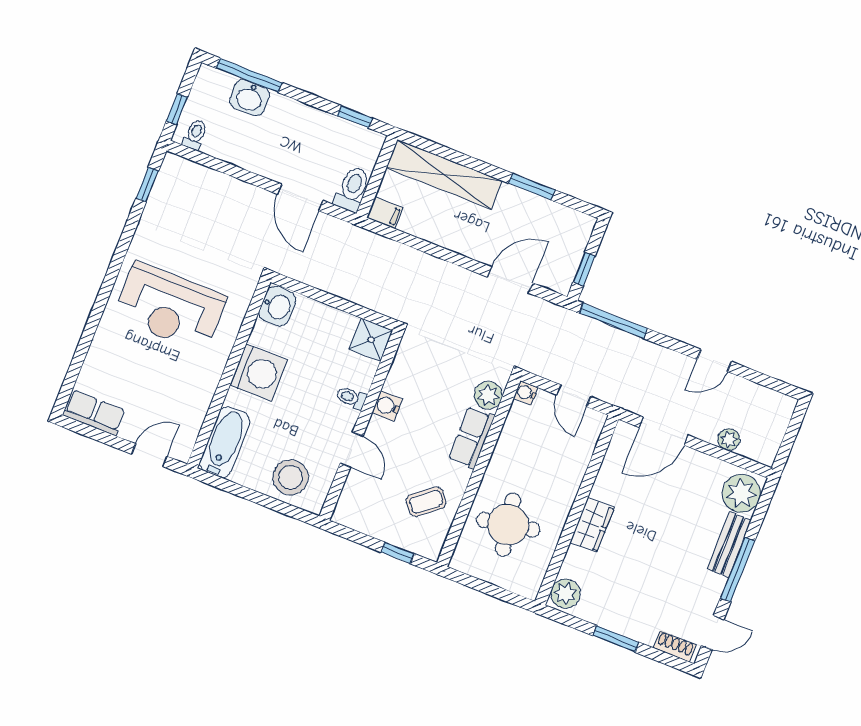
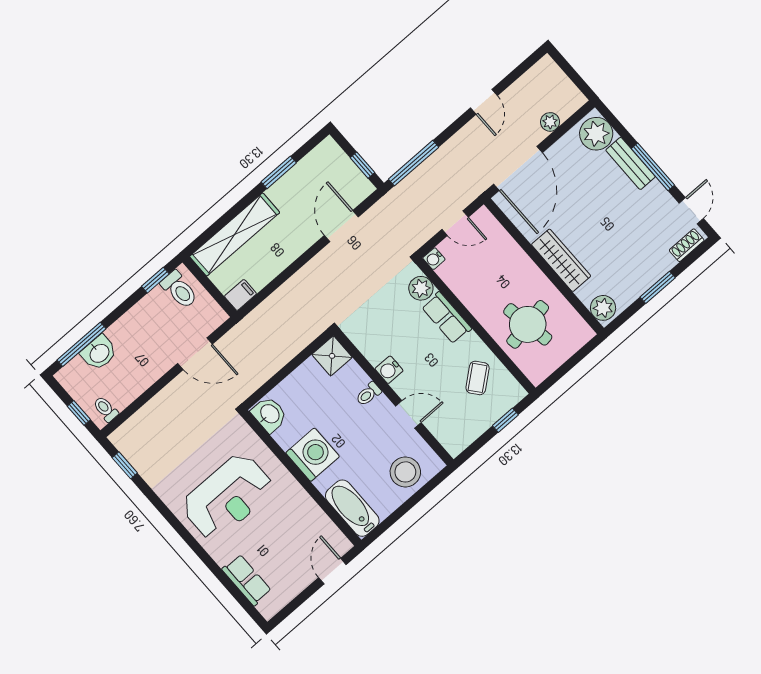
toilet: (352, 189) -> (179, 290), moved, turned 180
row of seats: (94, 413) -> (247, 580), moved, turned 90
door: (664, 431) -> (518, 168), width x1.36
wardrobe: (592, 525) -> (561, 260), width x1.50

